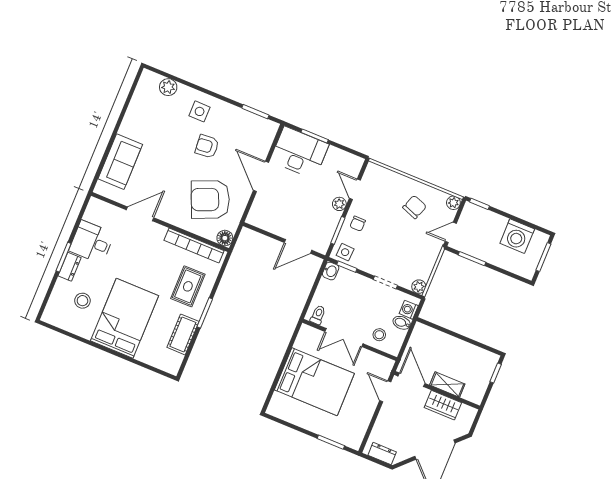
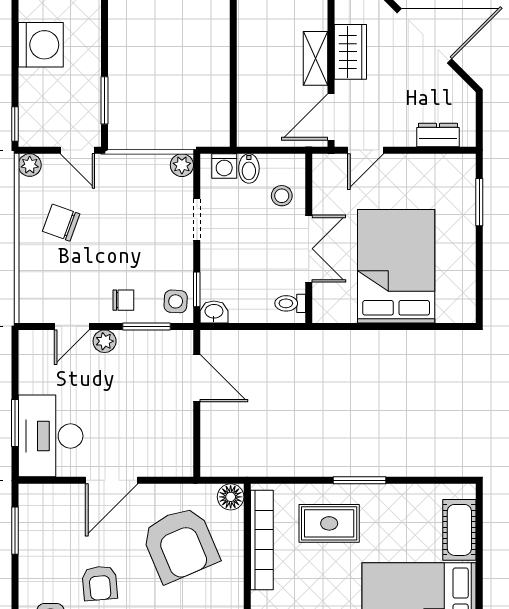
cot: (183, 334) -> (459, 530), moved, turned 90
dresser: (382, 454) -> (438, 135), moved, turned 90

